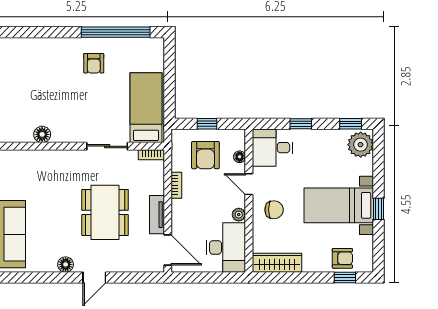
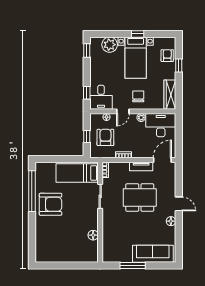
armchair: (94, 63) -> (51, 204), width x1.88, depth x1.88
window: (301, 124) -> (87, 93), moved
plant: (361, 145) -> (110, 45), moved
armchair: (205, 155) -> (105, 137), turned -90
window: (345, 277) -> (179, 66), moved

